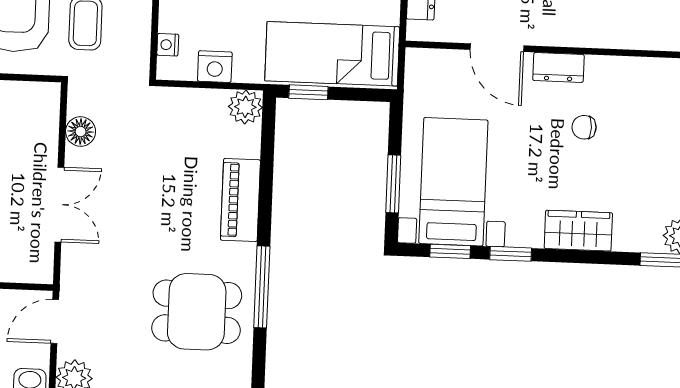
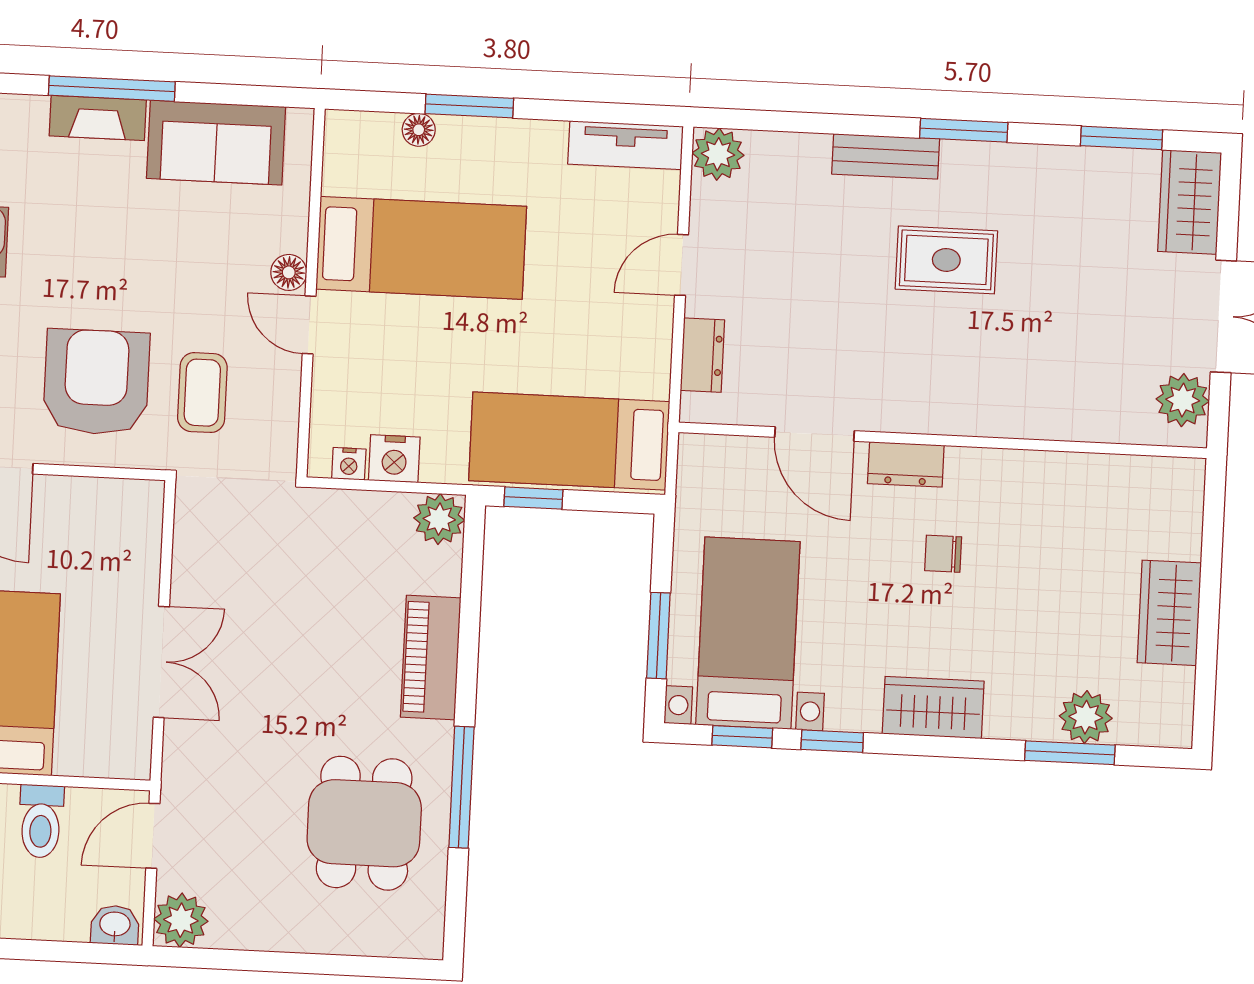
nightstand: (168, 45) -> (349, 464), moved, turned -90
floor lamp: (81, 132) -> (194, 553), removed
dining table: (197, 312) -> (364, 823), turned 90

